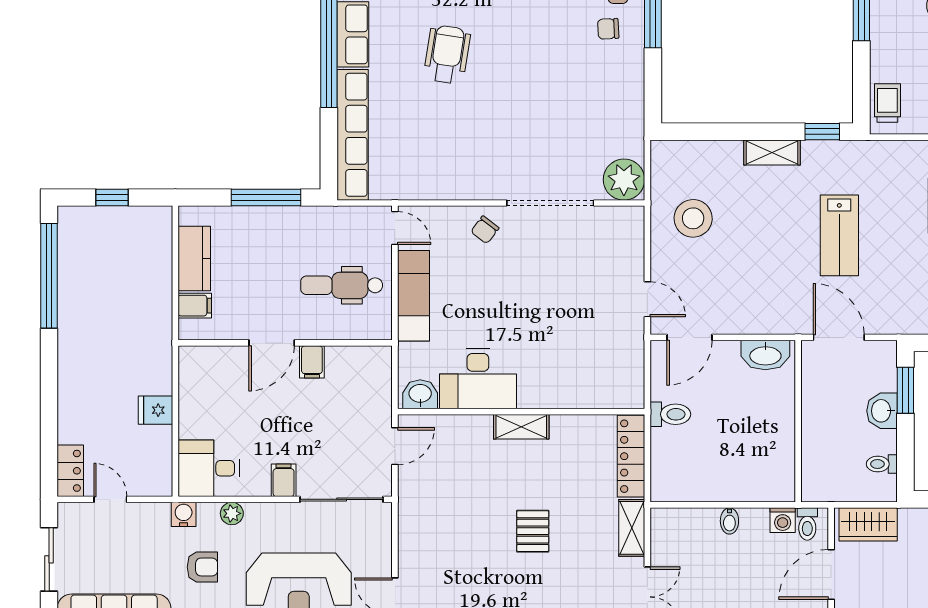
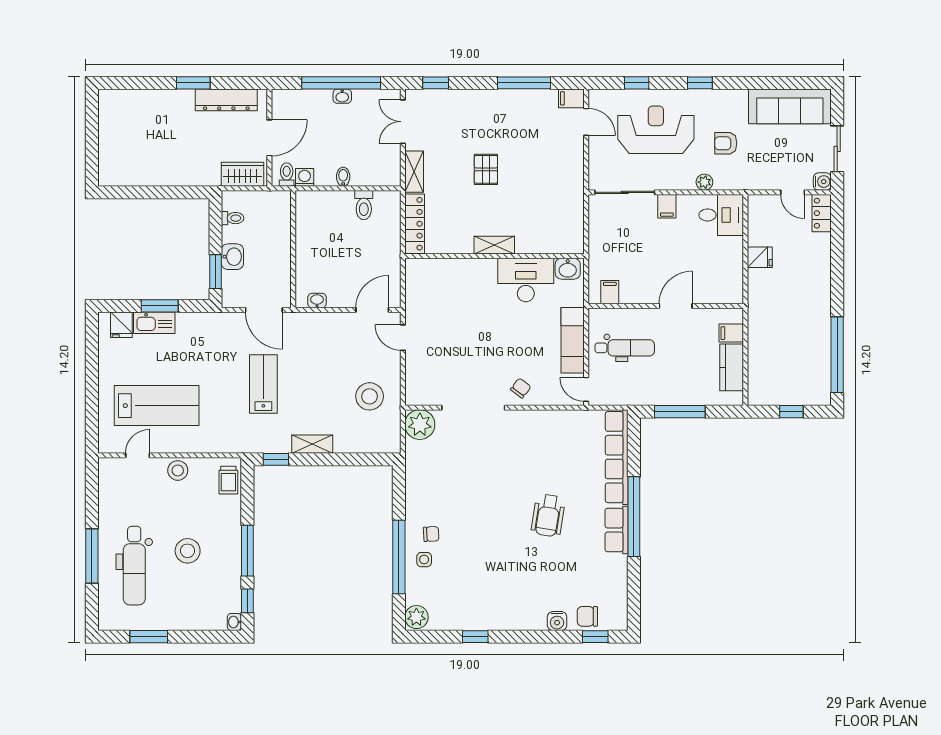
washbasin: (765, 355) -> (317, 301), width x0.52, depth x0.69
filing cabinet: (312, 362) -> (610, 292), moved
toilet: (670, 414) -> (364, 205), moved, turned -90
door: (395, 446) -> (586, 231), removed
water cooler: (184, 514) -> (822, 182), moved, turned -90

